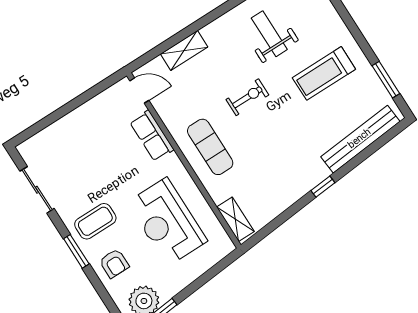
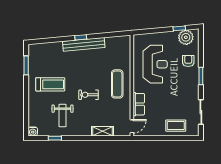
door: (139, 91) -> (132, 126), swing flipped
bench: (360, 139) -> (84, 44), moved
shelving: (235, 219) -> (126, 47), removed
coffee table: (95, 221) -> (176, 126), moved

